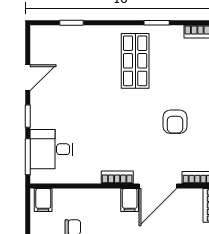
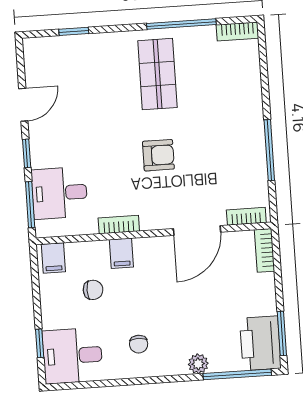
window: (157, 23) -> (181, 24), width x2.17
armchair: (175, 122) -> (158, 155), moved, turned -90
bookcase: (117, 177) -> (119, 225), moved
filing cabinet: (130, 200) -> (121, 253), moved

